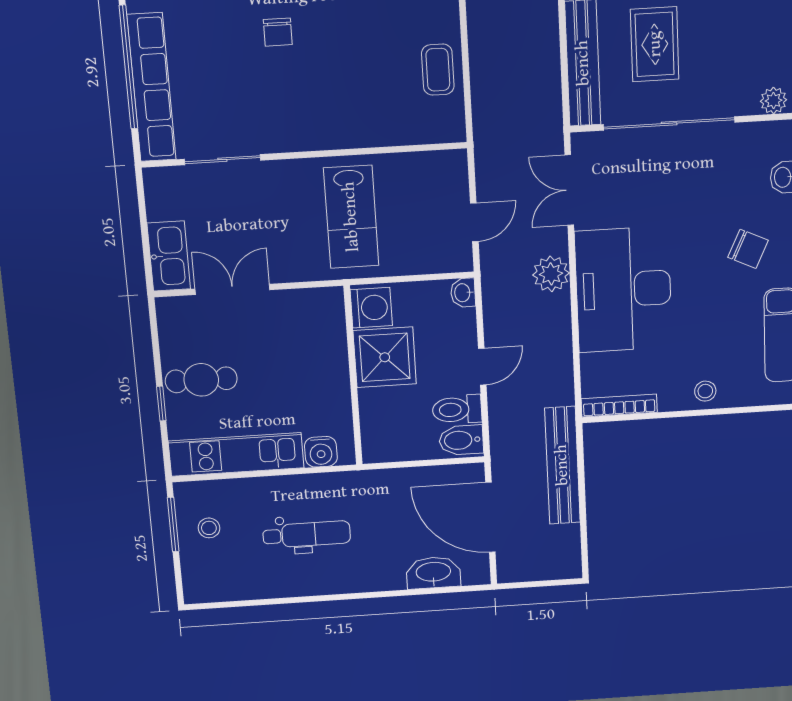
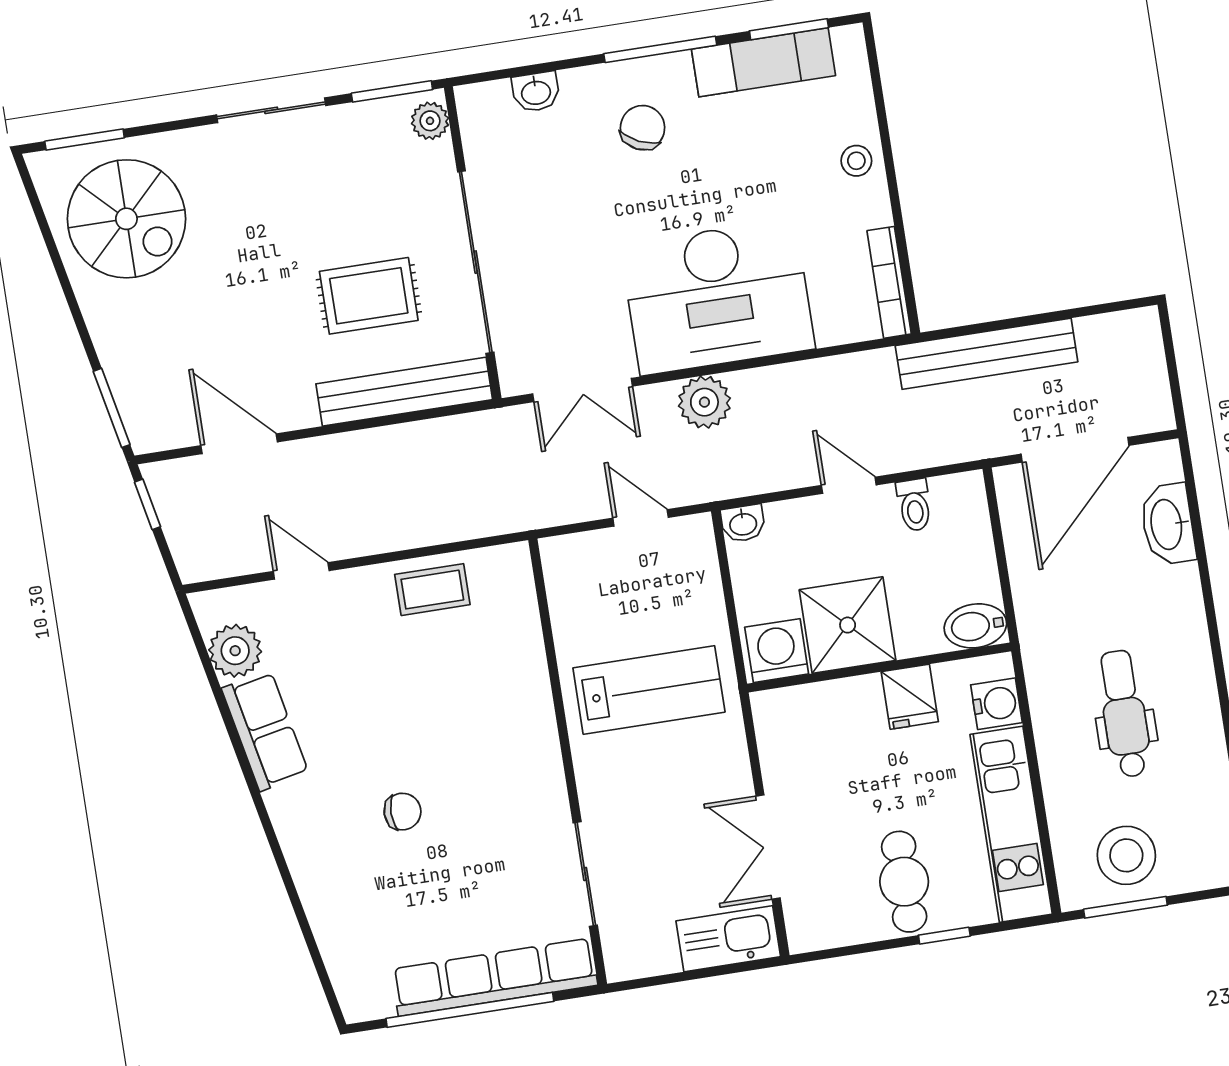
fridge: (331, 395) -> (910, 697), added
toilet: (457, 409) -> (914, 505), width x0.73, depth x0.72
bidet: (461, 440) -> (975, 626), moved, turned 90
stool: (209, 528) -> (1126, 855), width x1.89, depth x1.89

